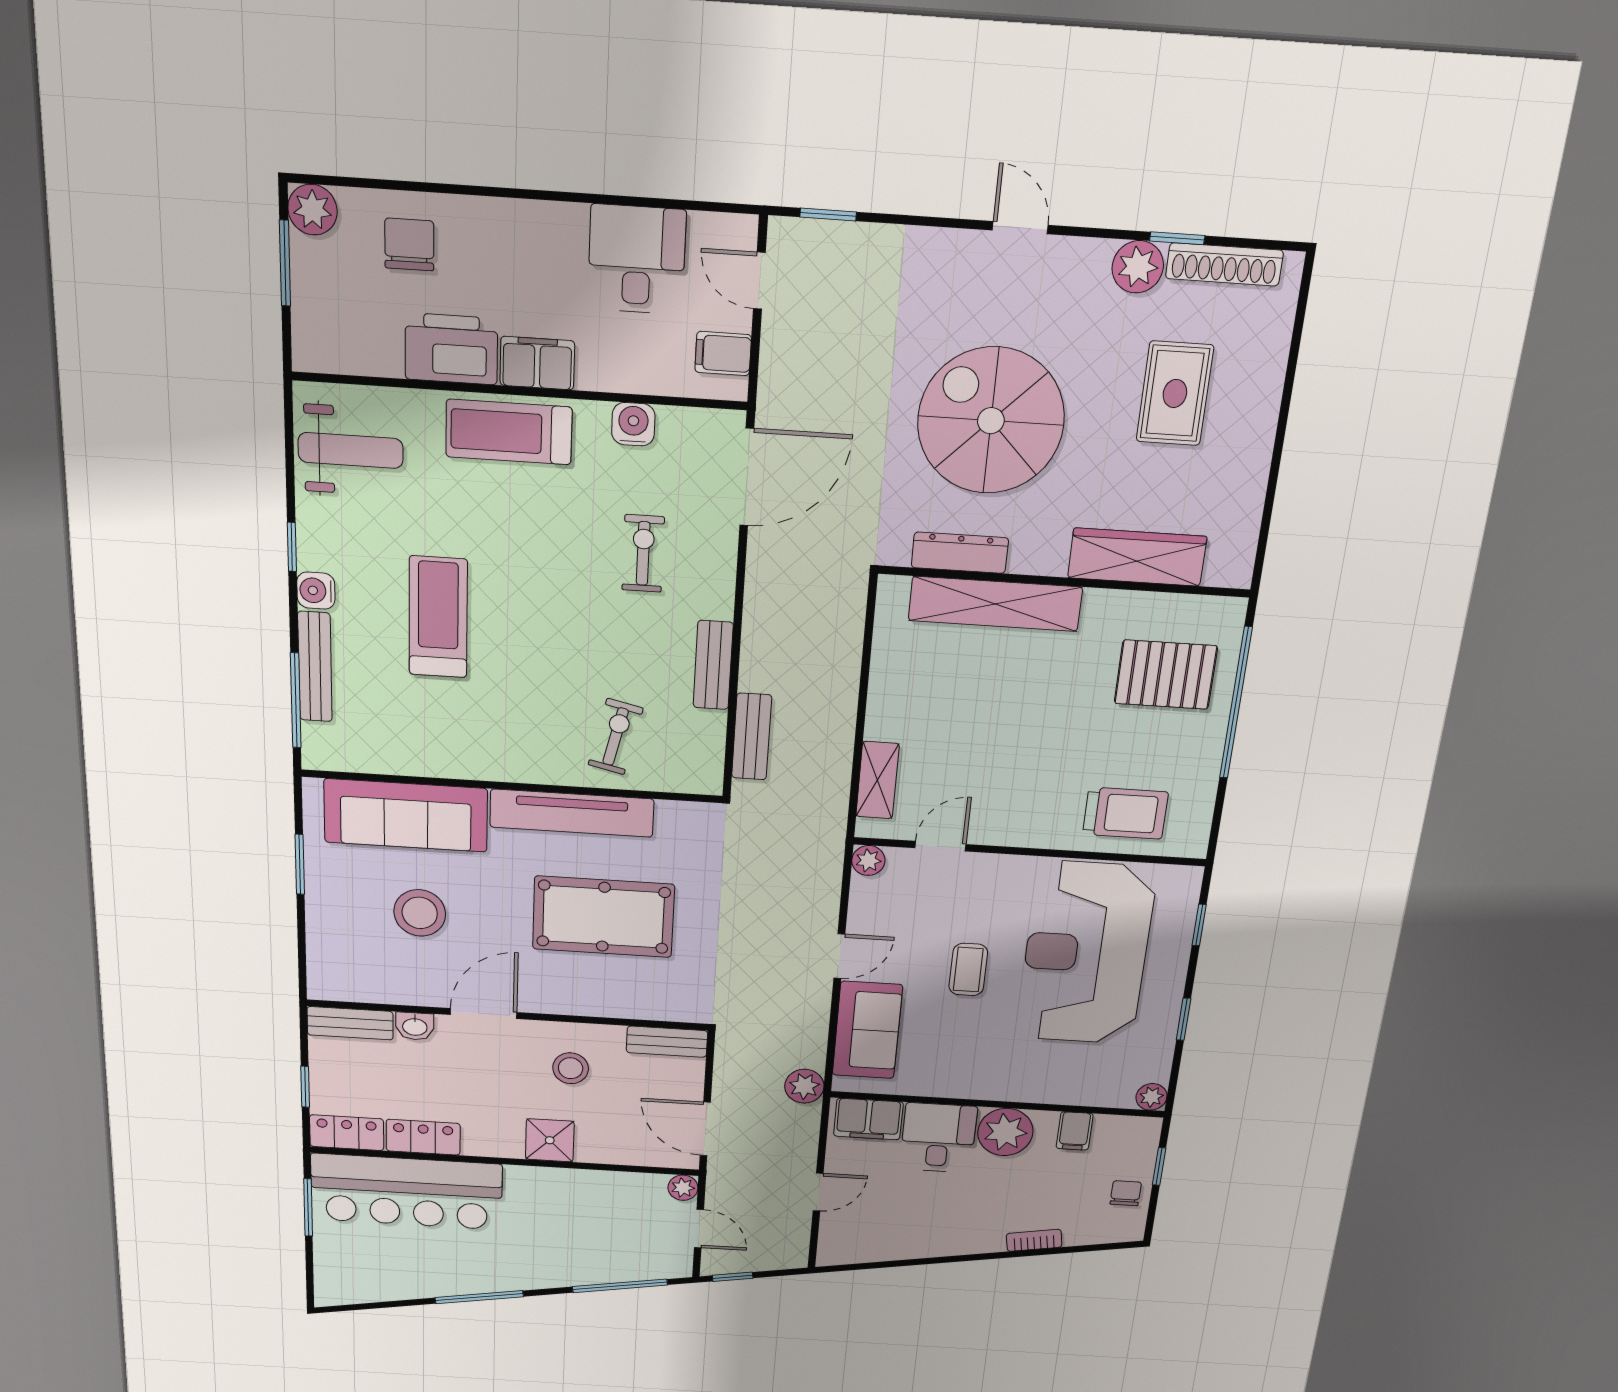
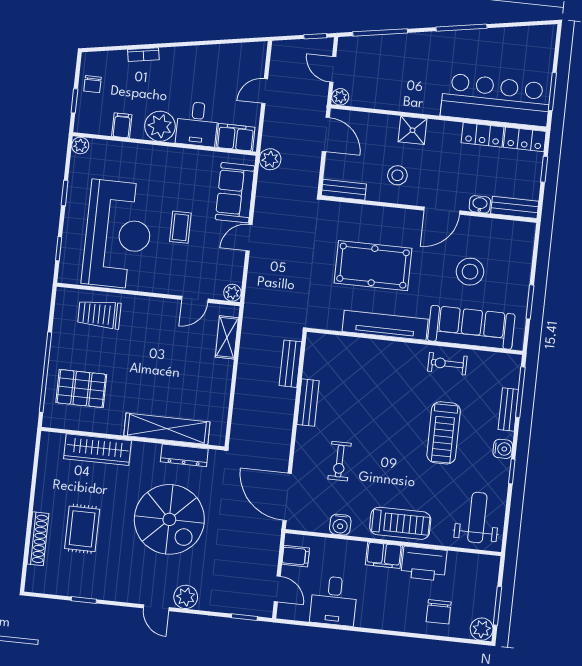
shoe rack: (1224, 264) -> (38, 539), moved, turned 90
plant: (1138, 267) -> (186, 597), moved
weight bench: (351, 450) -> (477, 518), turned 90
door: (747, 477) -> (287, 497), hinge flipped
bench: (315, 667) -> (508, 409), width x0.73
exercise bike: (616, 737) -> (447, 364), moved, turned 77

